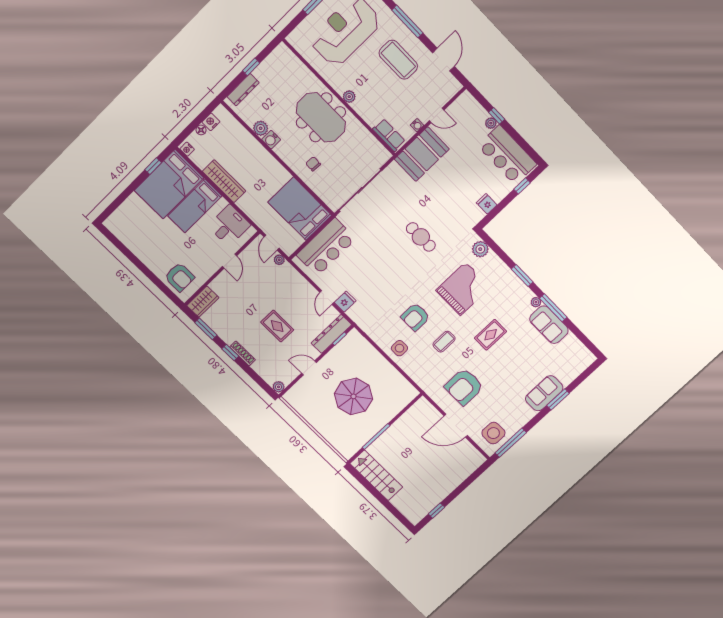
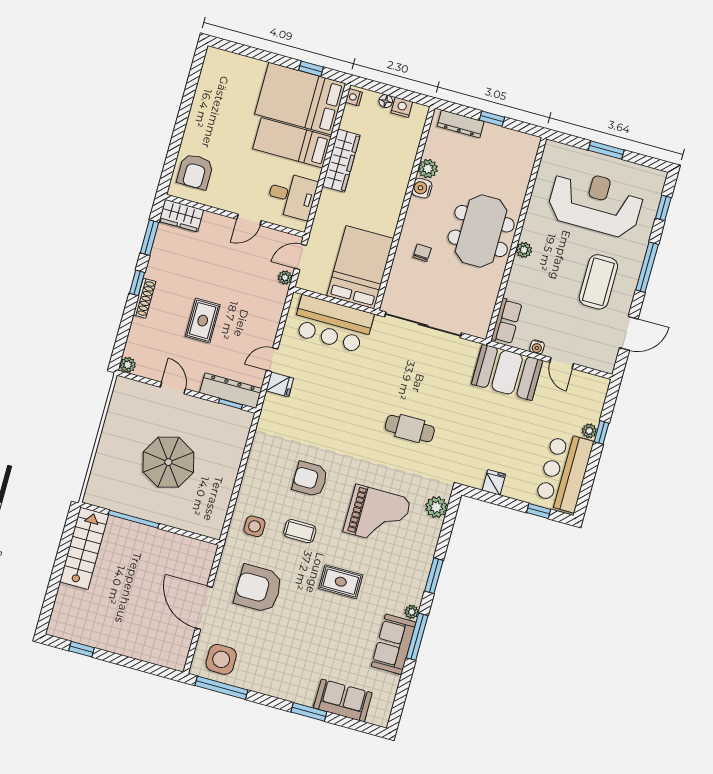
cafe table: (421, 237) -> (410, 429), turned 90
side table: (399, 348) -> (255, 526), moved
sofa: (544, 393) -> (343, 700), moved

